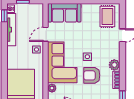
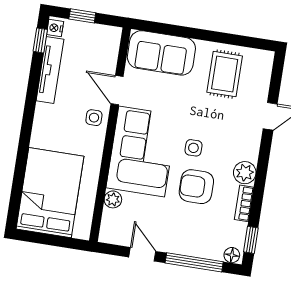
rug: (107, 16) -> (225, 74), moved
door: (46, 34) -> (117, 90), hinge flipped

